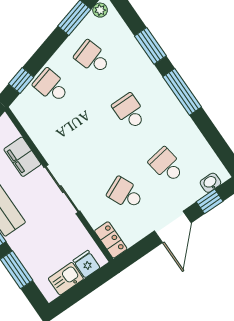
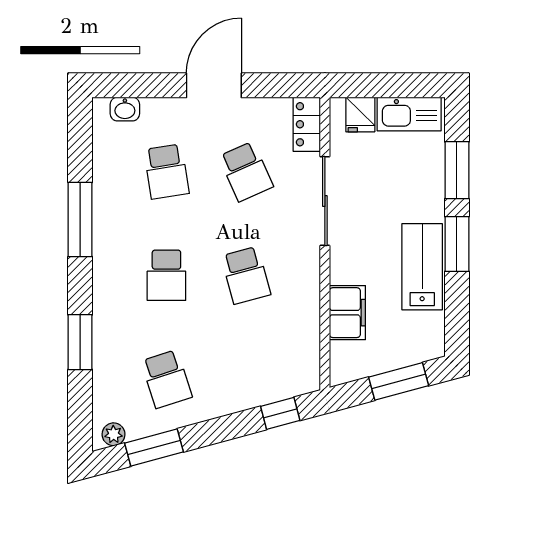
school desk: (51, 86) -> (246, 275), moved
window: (182, 92) -> (80, 219), moved
sliding door: (62, 189) -> (325, 201), moved
window: (210, 201) -> (143, 85), removed
kitchen sink: (66, 279) -> (409, 114), width x1.38

